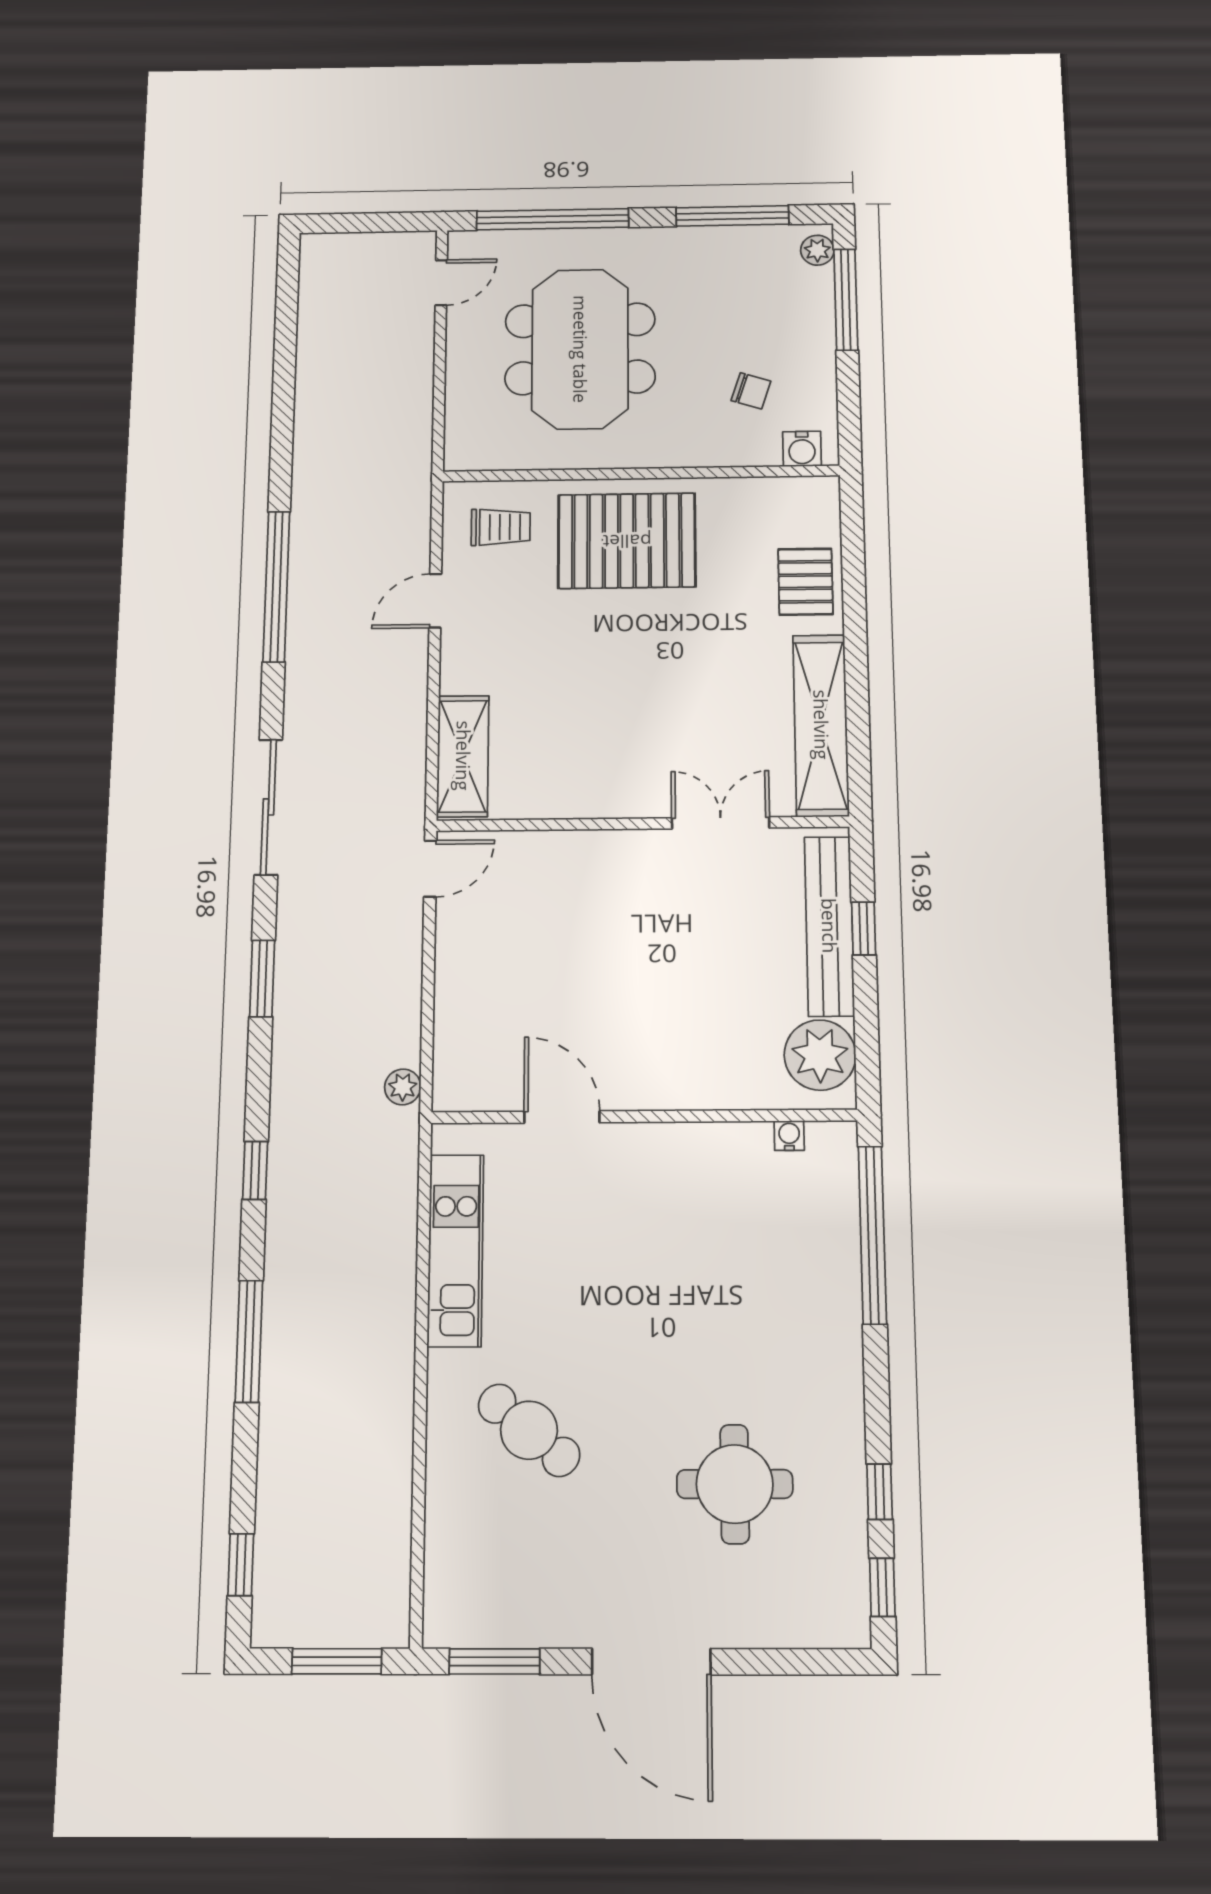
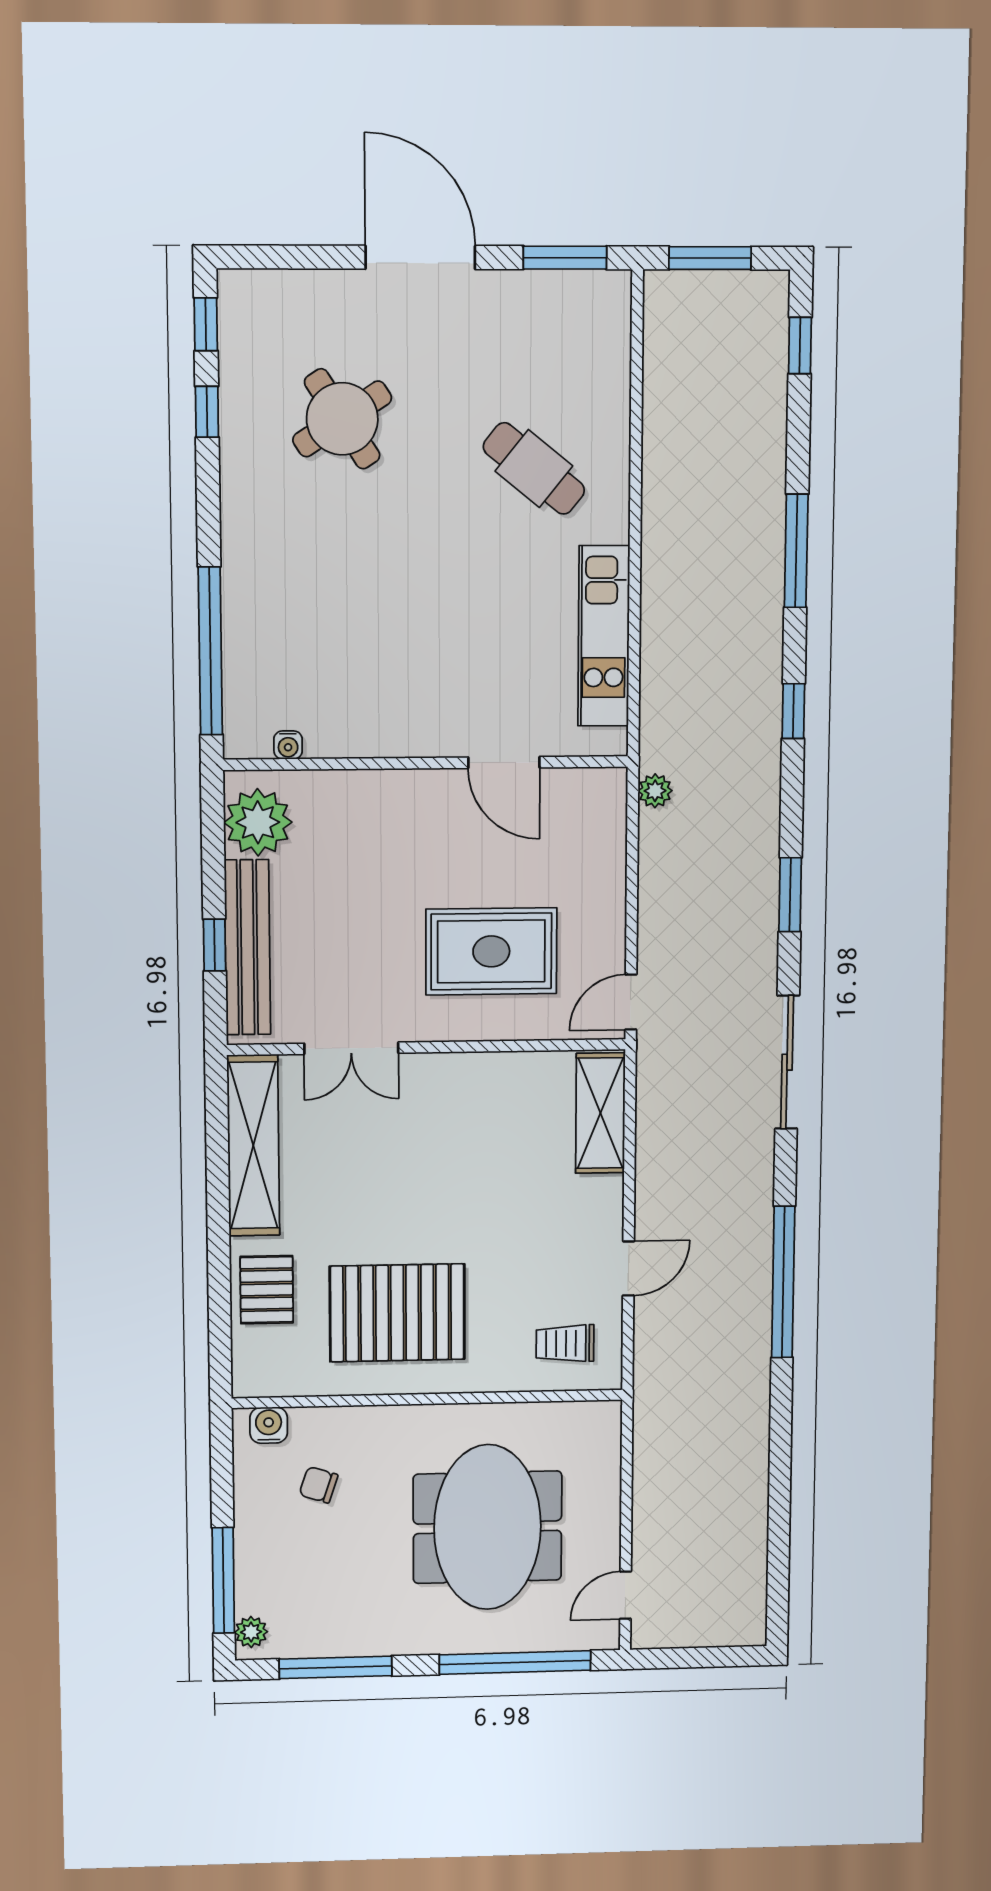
pallet: (627, 541) -> (397, 1313), moved
rug: (575, 921) -> (491, 951), added
round table: (735, 1484) -> (342, 419), turned -33

